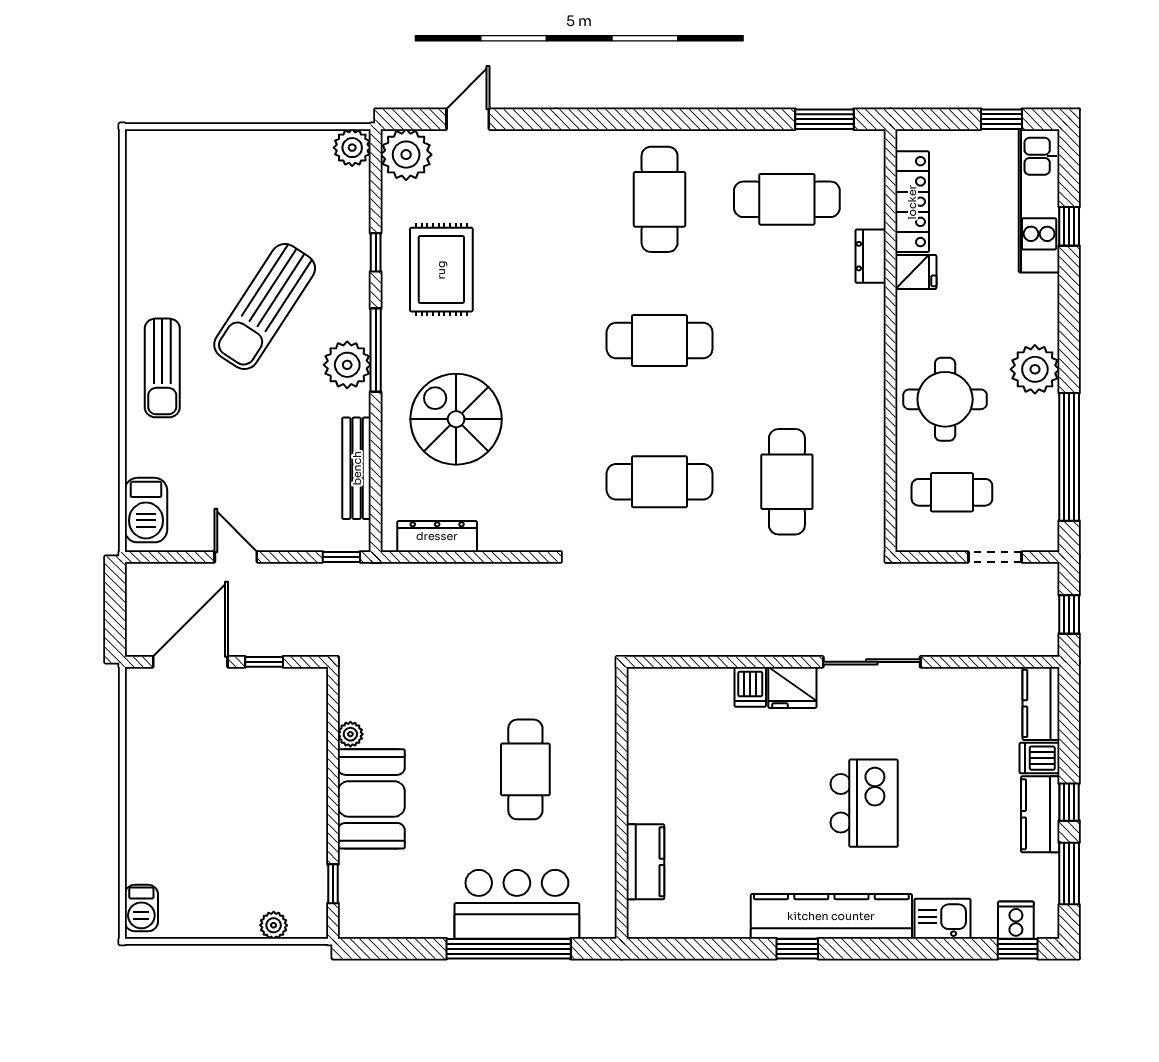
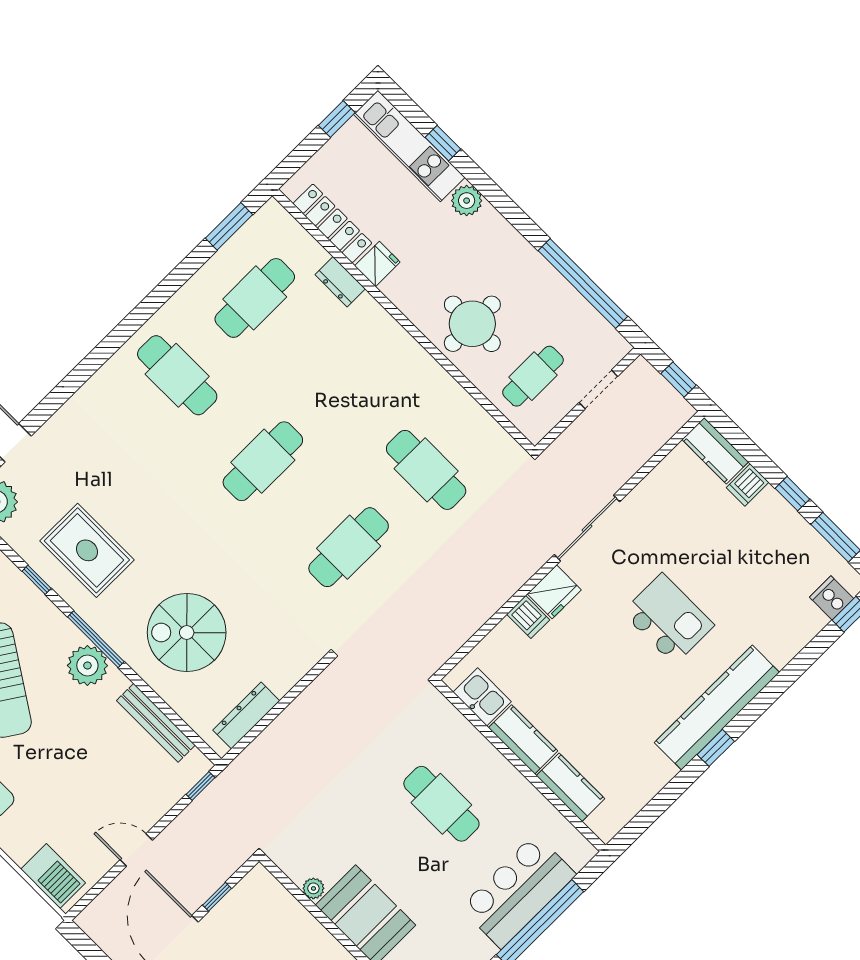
plant: (1035, 369) -> (467, 201), moved, width x0.73, depth x0.73
kitchen counter: (1040, 814) -> (523, 739), moved, turned 180
kitchen sink: (942, 919) -> (482, 697), moved, turned 90

